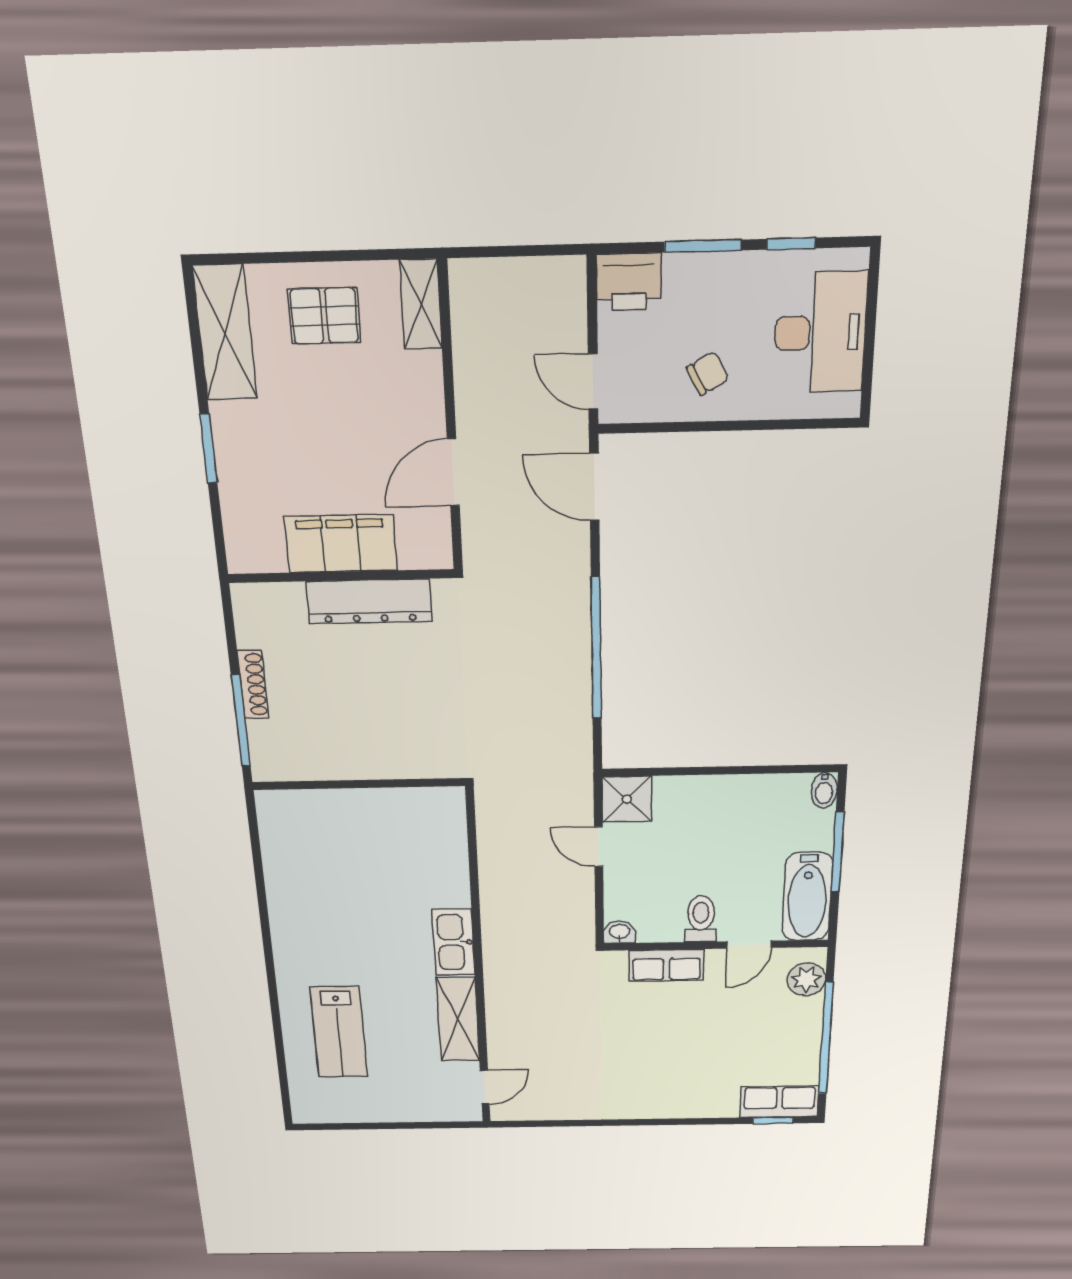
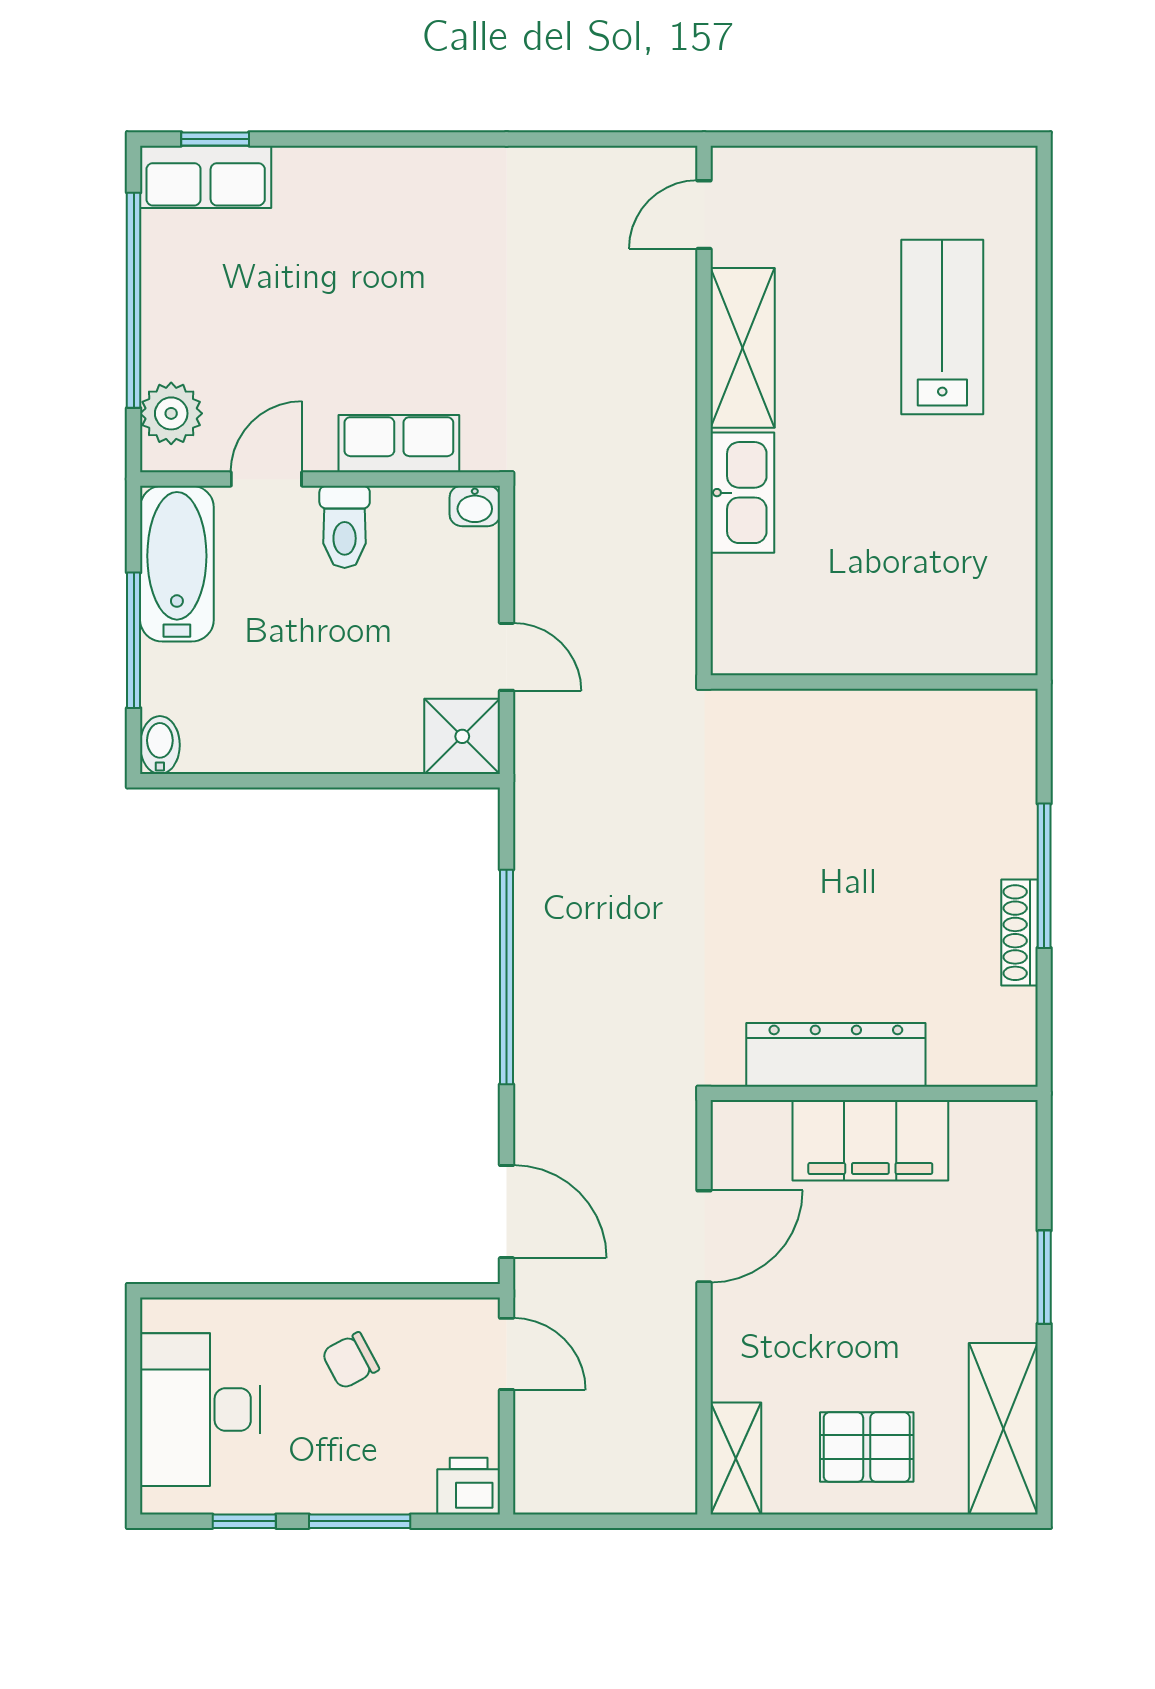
printer: (629, 282) -> (469, 1486), width x0.73, depth x0.81
wall: (359, 784) -> (874, 682), moved

